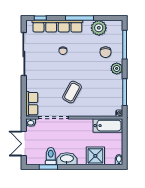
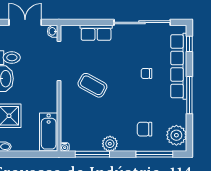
plant: (99, 28) -> (176, 135), moved
plant: (117, 68) -> (110, 144), moved
row of seats: (32, 104) -> (96, 33), moved

